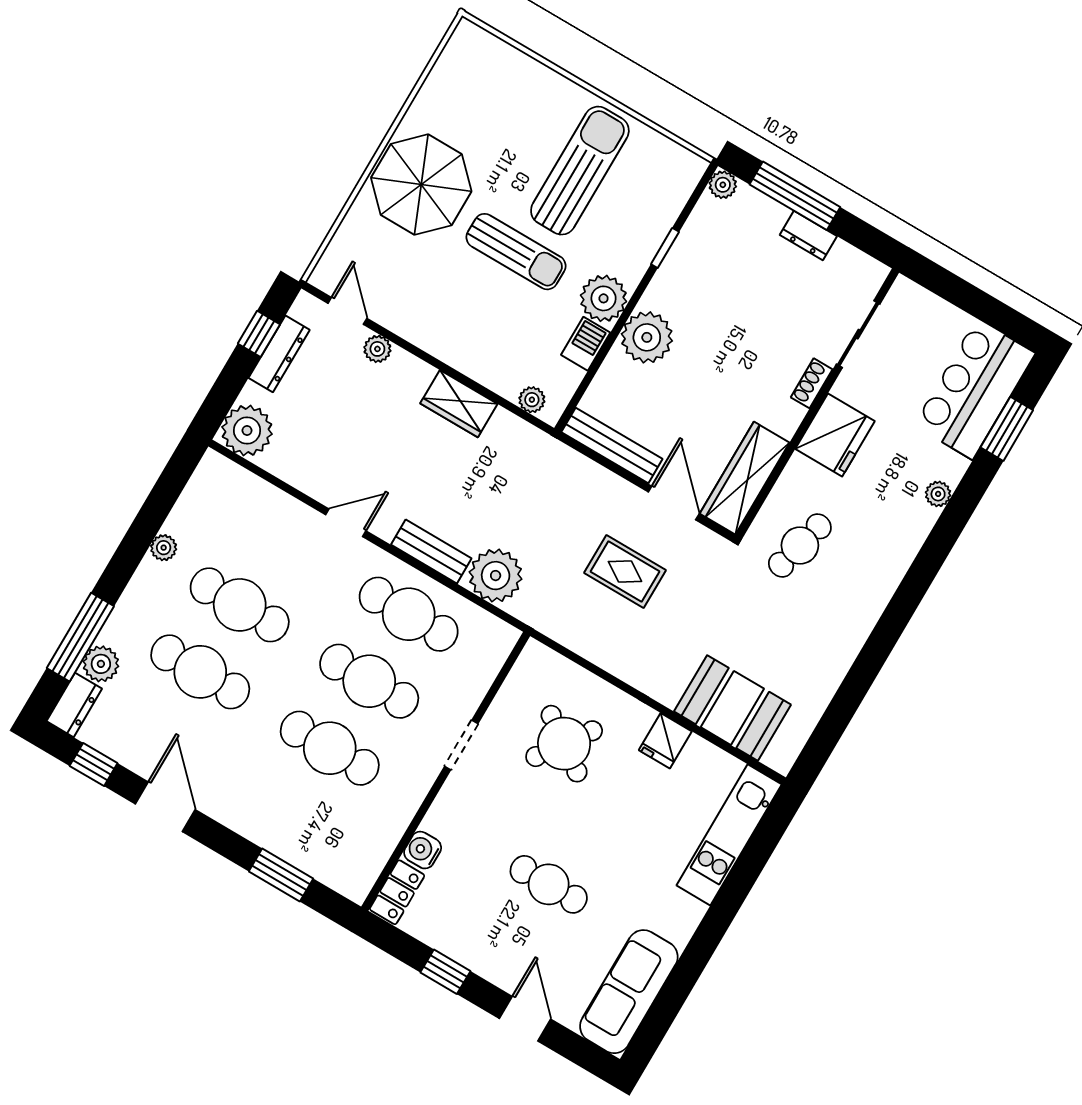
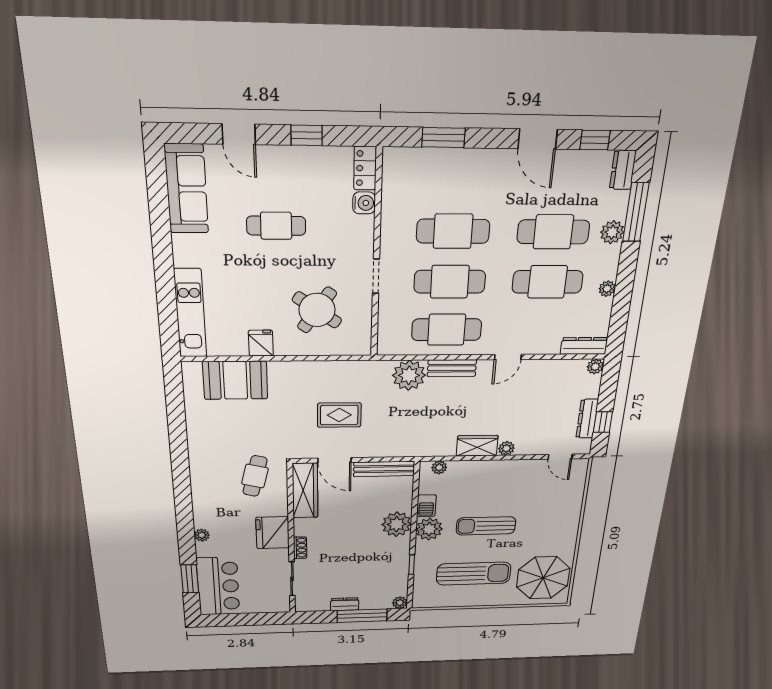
sun lounger: (580, 171) -> (474, 574), turned -90
parasol: (421, 185) -> (543, 578), moved
plant: (377, 349) -> (506, 448), moved
plant: (247, 430) -> (595, 367), width x0.53, depth x0.53
dresser: (233, 478) -> (584, 346), added
plant: (101, 664) -> (612, 232), moved

